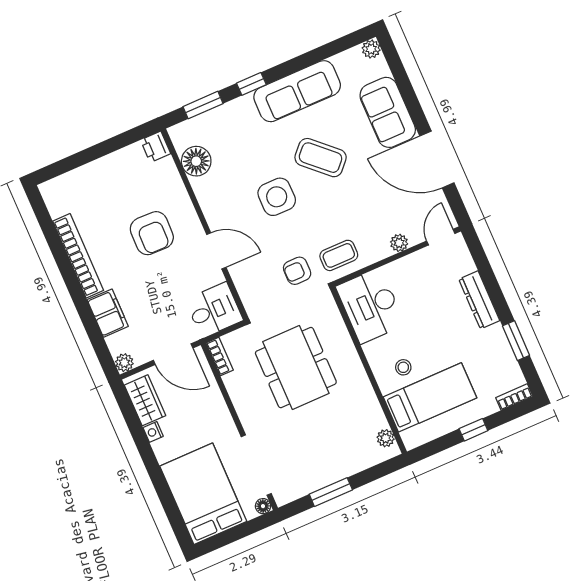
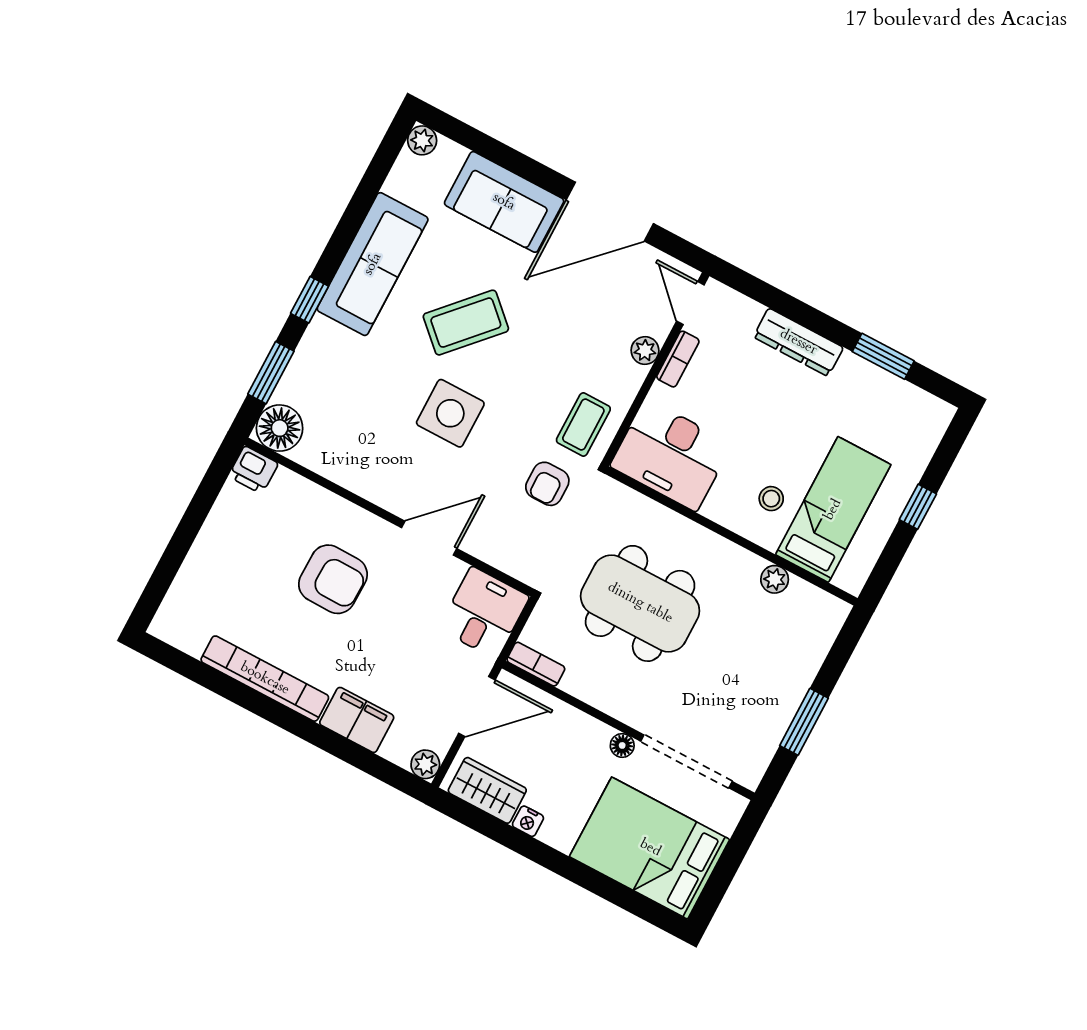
floor lamp: (196, 161) -> (280, 428), moved
bookcase: (514, 397) -> (678, 359), moved, turned 180
plant: (386, 438) -> (775, 579), moved
floor lamp: (263, 506) -> (622, 745), moved

